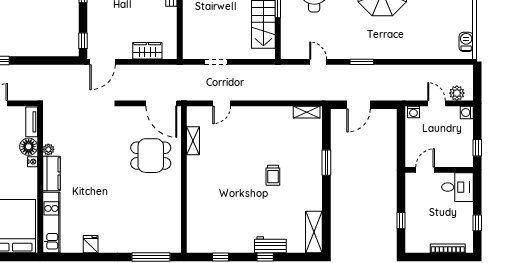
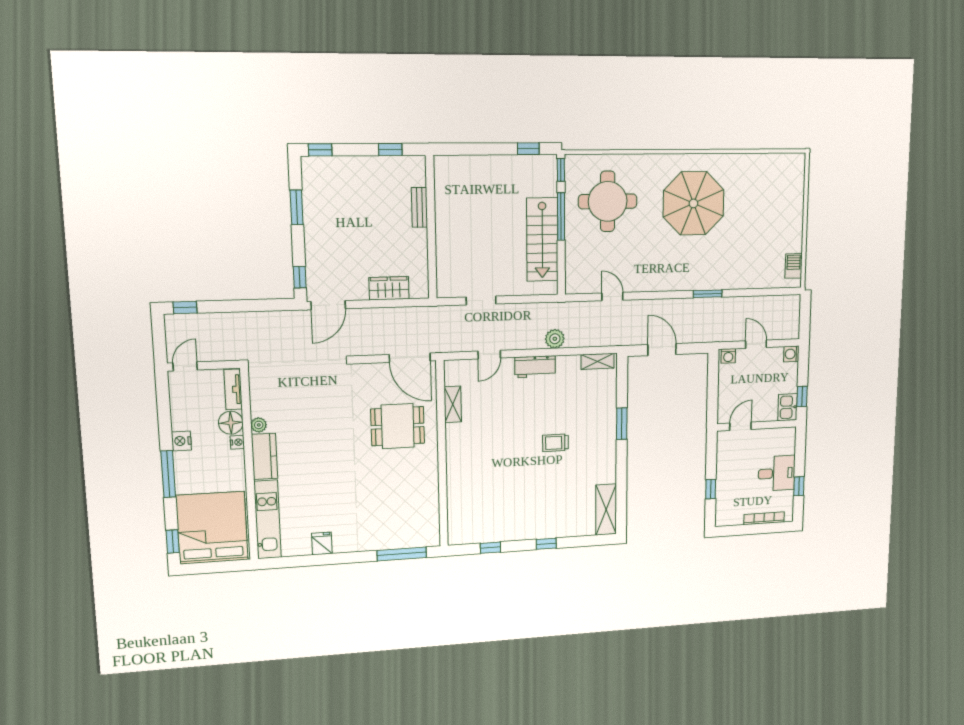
window: (362, 62) -> (708, 294), moved
plant: (457, 93) -> (555, 339), moved
door: (359, 105) -> (662, 350), swing flipped
kitchen sink: (465, 156) -> (788, 407), added
trolley: (273, 175) -> (555, 443), turned 90
desk: (457, 187) -> (777, 473), moved
workbench: (270, 245) -> (535, 367), moved, turned 180

